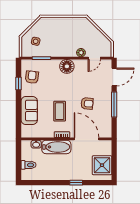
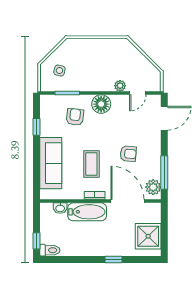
armchair: (32, 77) -> (75, 117), moved
window: (114, 105) -> (164, 172), moved
sofa: (29, 111) -> (51, 163), width x1.36
plant: (106, 128) -> (153, 187), added
toilet: (28, 165) -> (50, 250), moved
window: (19, 169) -> (37, 241), added

